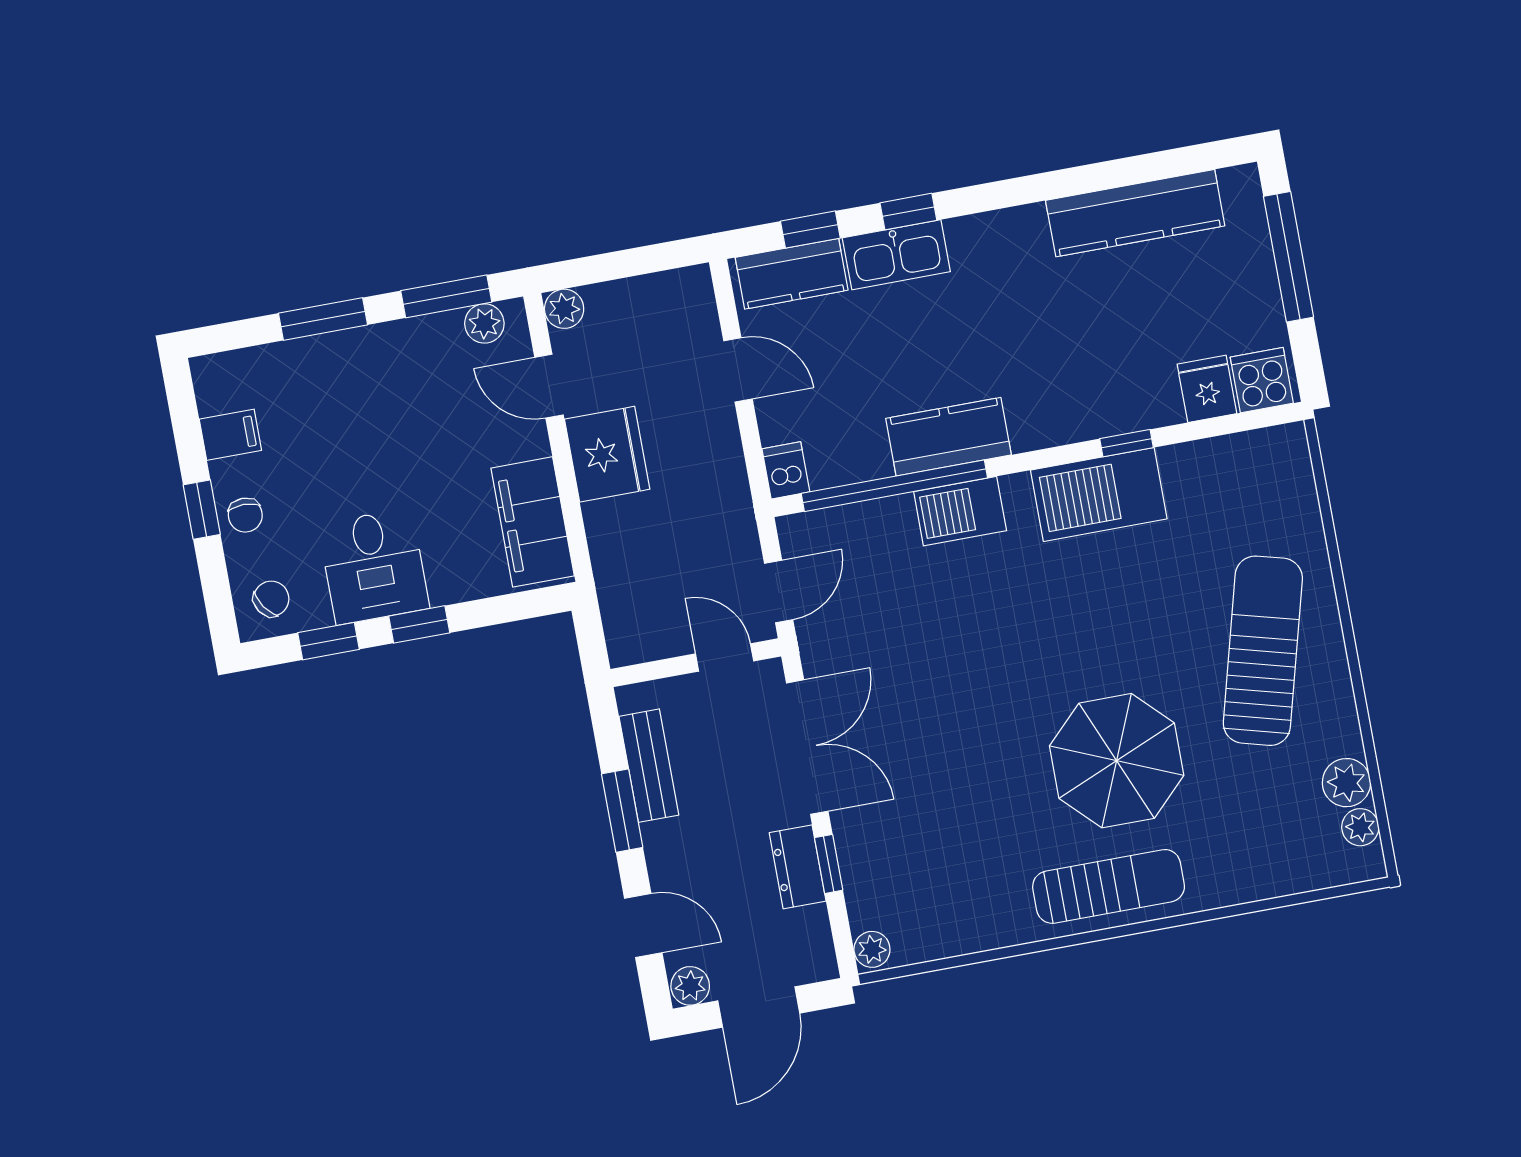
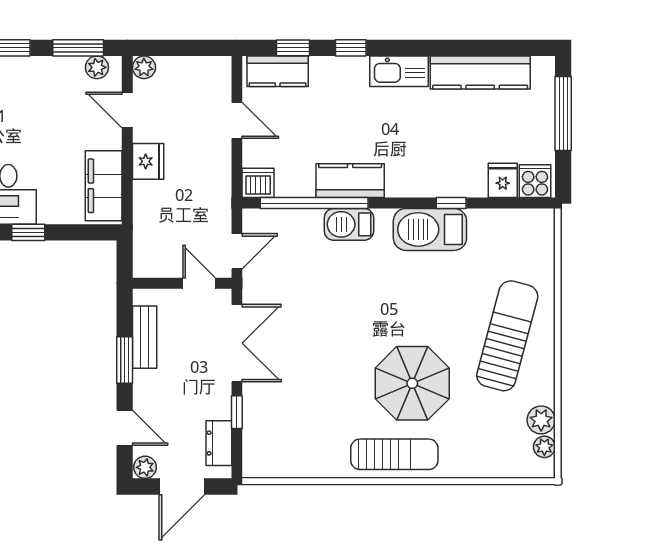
kitchen sink: (896, 255) -> (399, 71), moved
fridge: (607, 454) -> (148, 161), width x0.73, depth x0.75
dishwasher: (786, 470) -> (258, 183), width x1.38
dresser: (798, 867) -> (219, 443), moved
plant: (872, 949) -> (253, 465), removed

